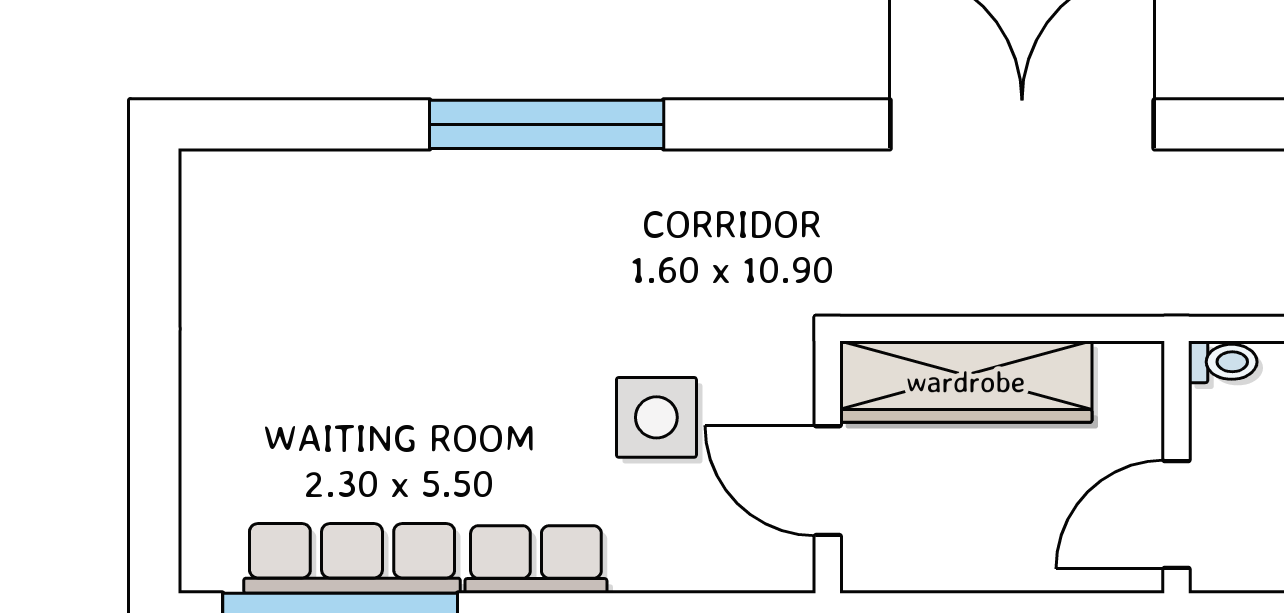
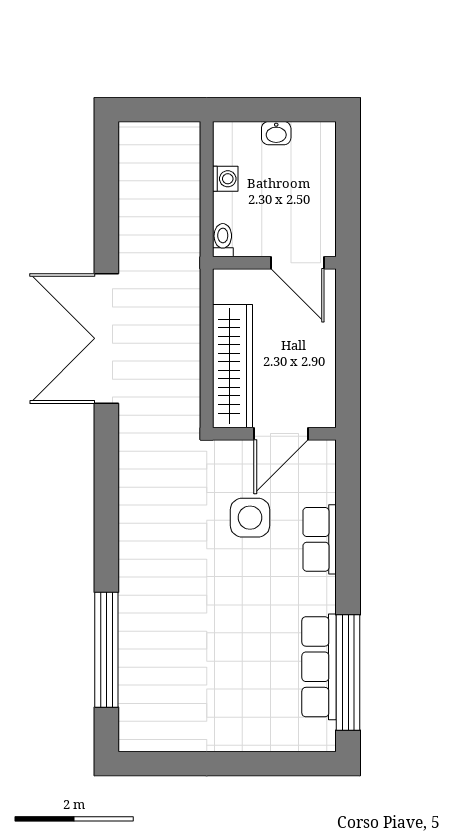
window: (547, 124) -> (106, 650), moved
row of seats: (536, 559) -> (320, 539), moved

